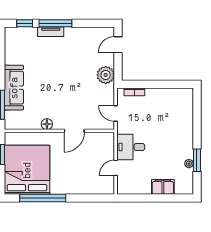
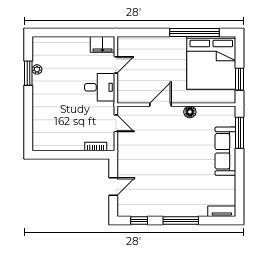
window: (25, 23) -> (139, 221), moved
tv unit: (51, 32) -> (222, 211), moved
door: (118, 45) -> (113, 186), moved
plant: (106, 75) -> (127, 165), removed
filing cabinet: (163, 187) -> (102, 44), moved

